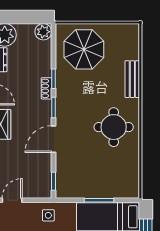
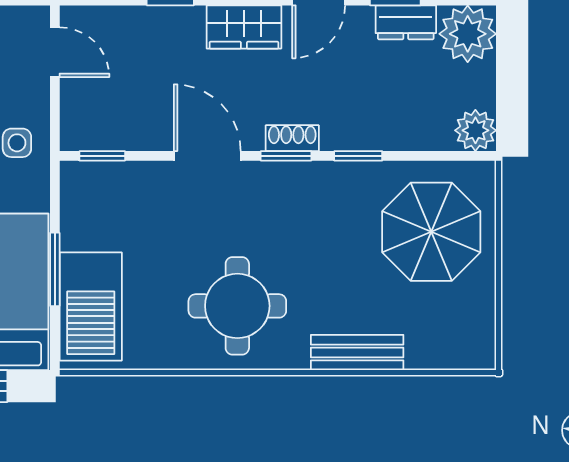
shoe rack: (46, 88) -> (292, 138), moved
barbecue: (114, 186) -> (91, 307), added

